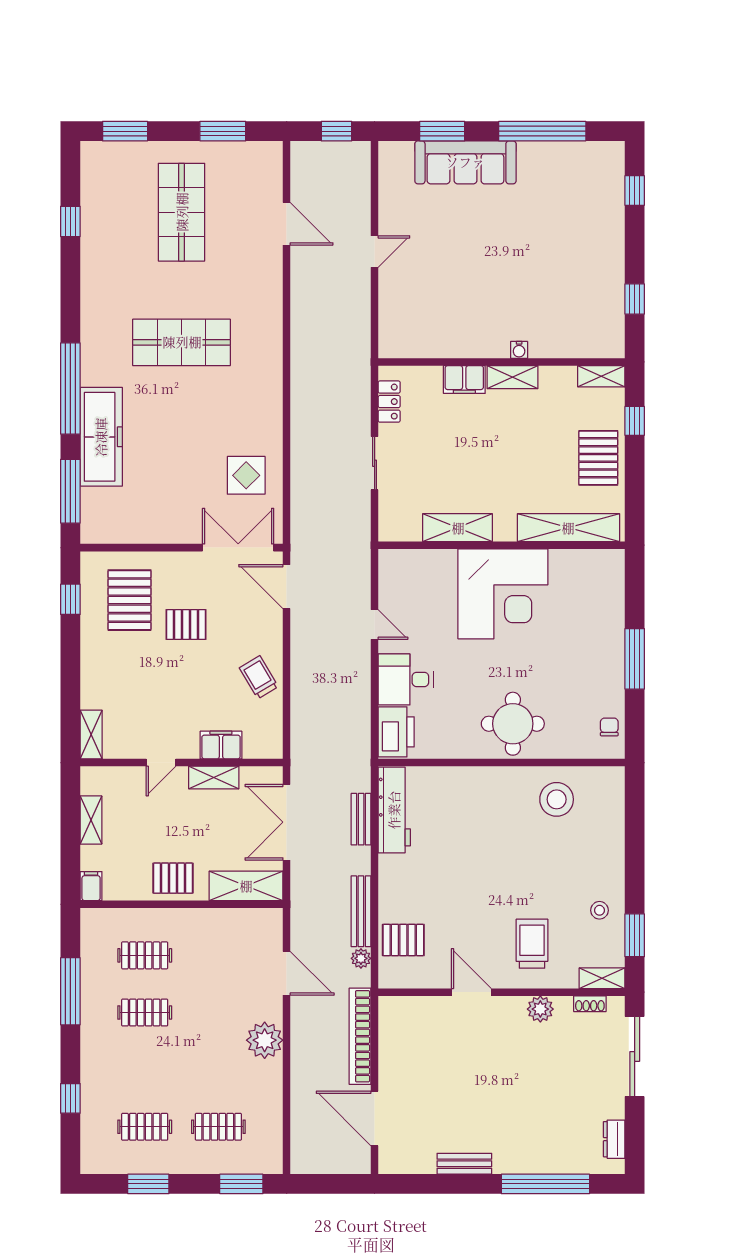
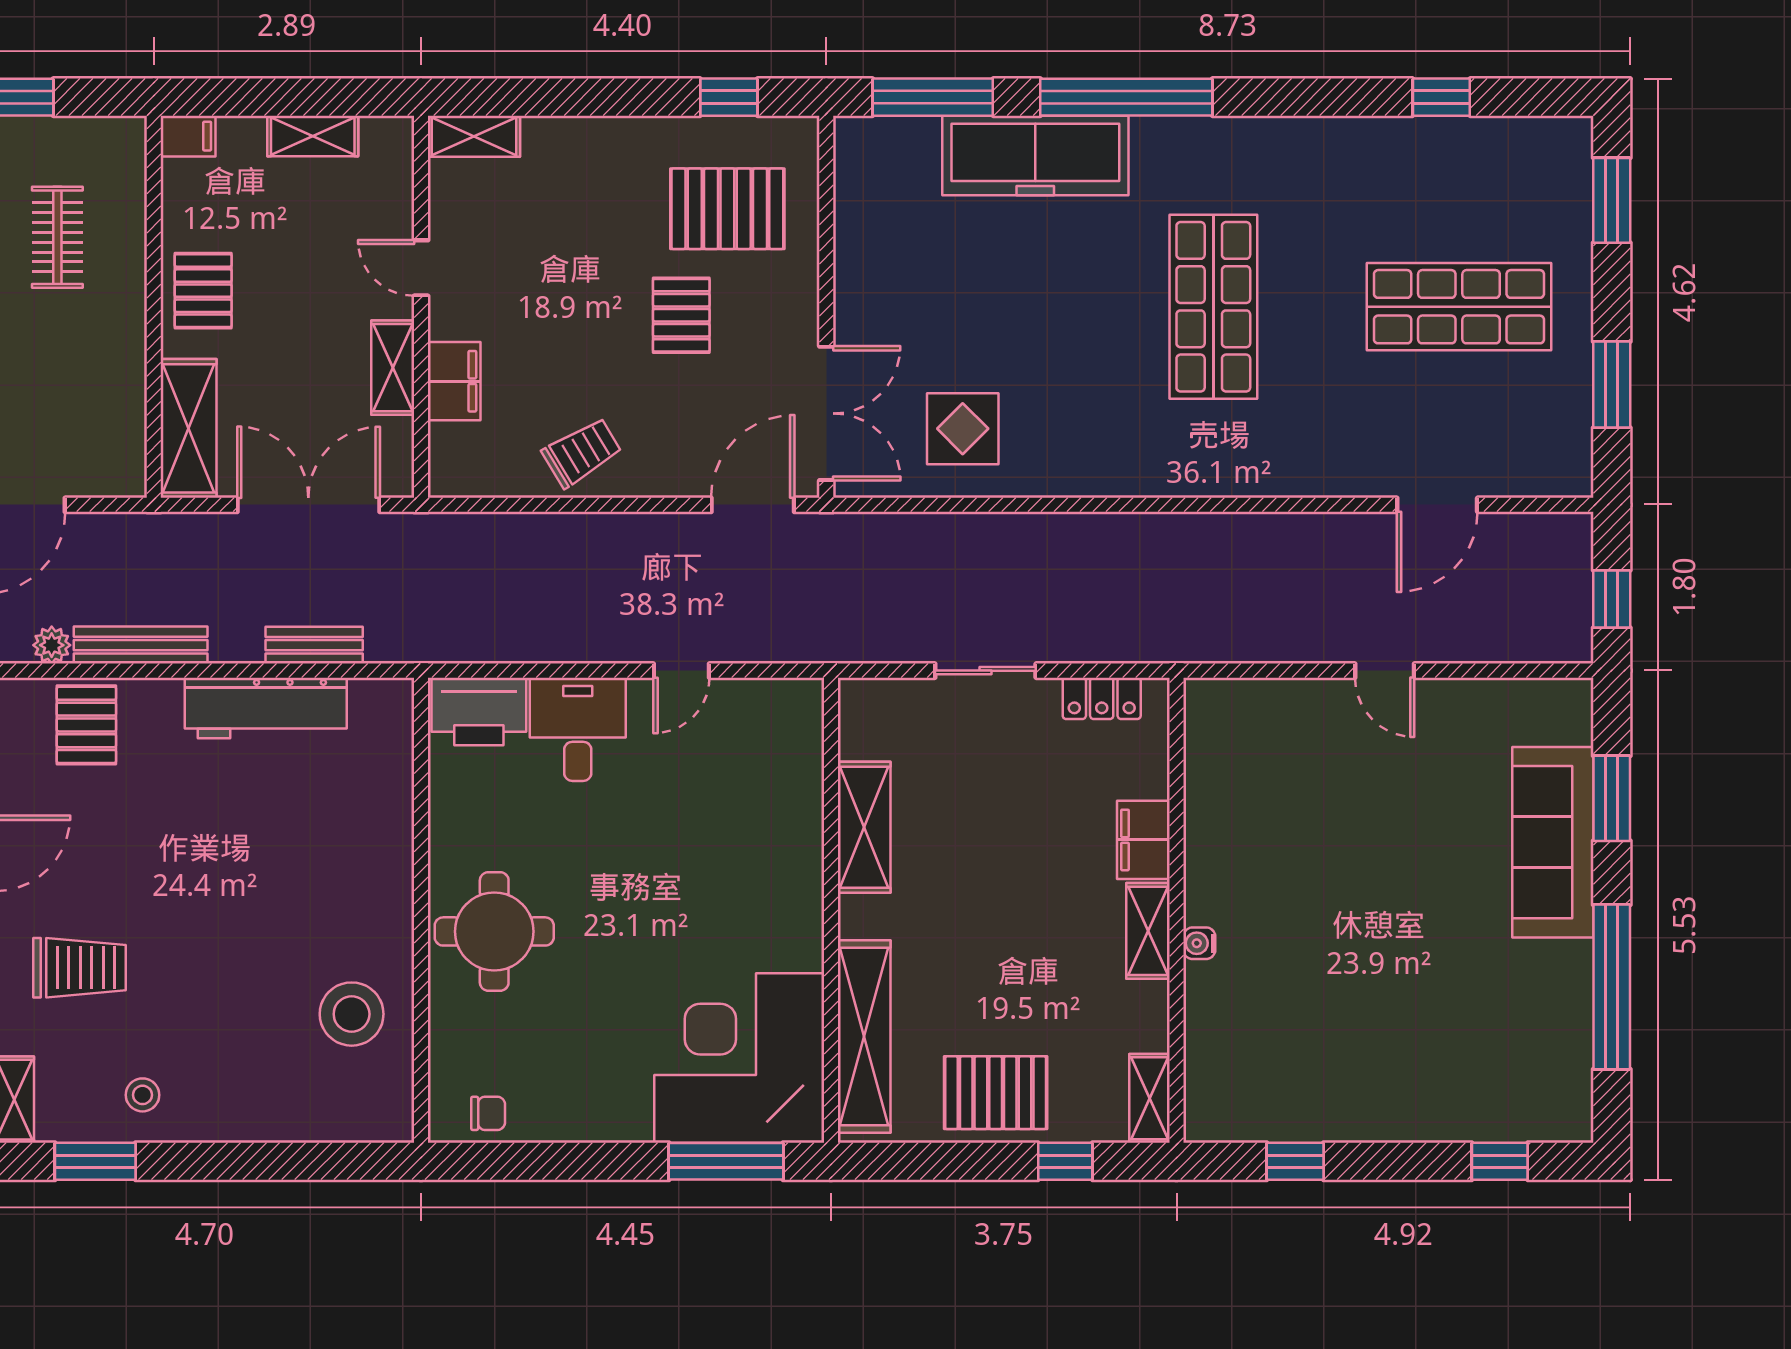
corner desk: (503, 594) -> (739, 1058), moved, turned 90
window: (635, 659) -> (726, 1161), moved
workbench: (394, 810) -> (266, 708), moved

